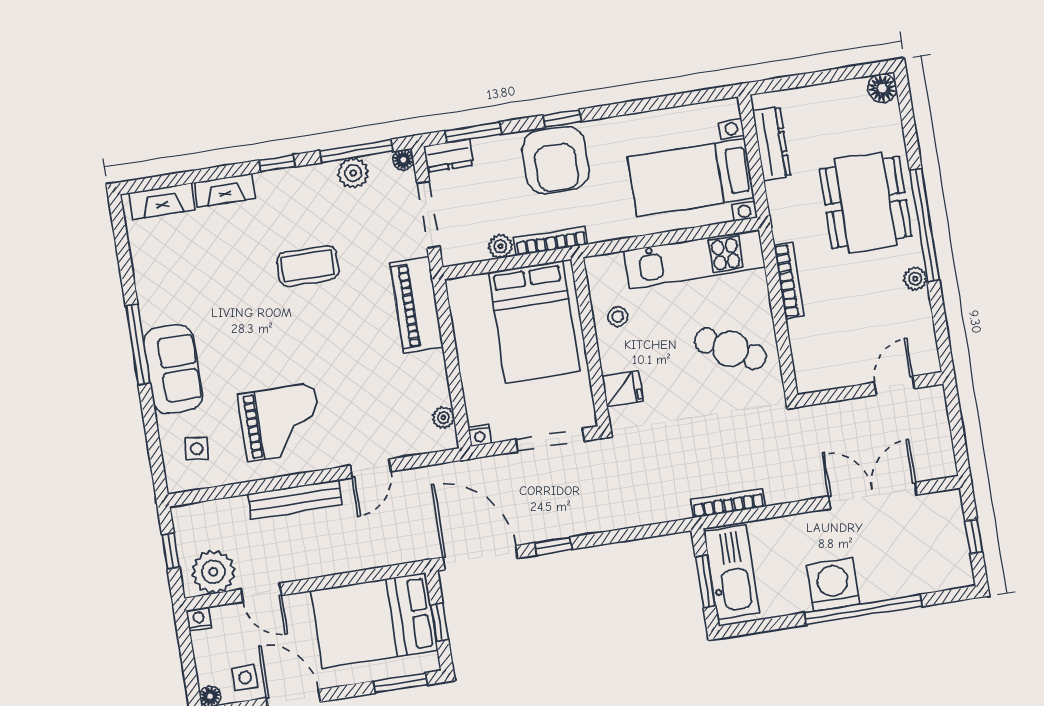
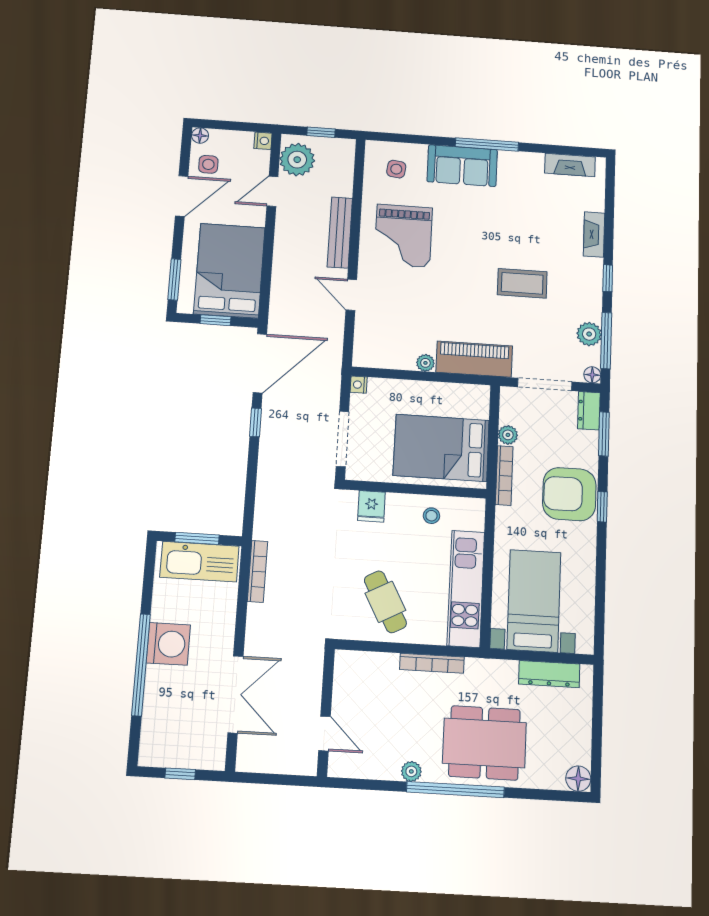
fireplace: (162, 201) -> (570, 165), moved, turned -90
coffee table: (308, 266) -> (522, 283), turned 90
cafe table: (730, 349) -> (385, 602), turned -56
plant: (443, 418) -> (425, 363), moved

